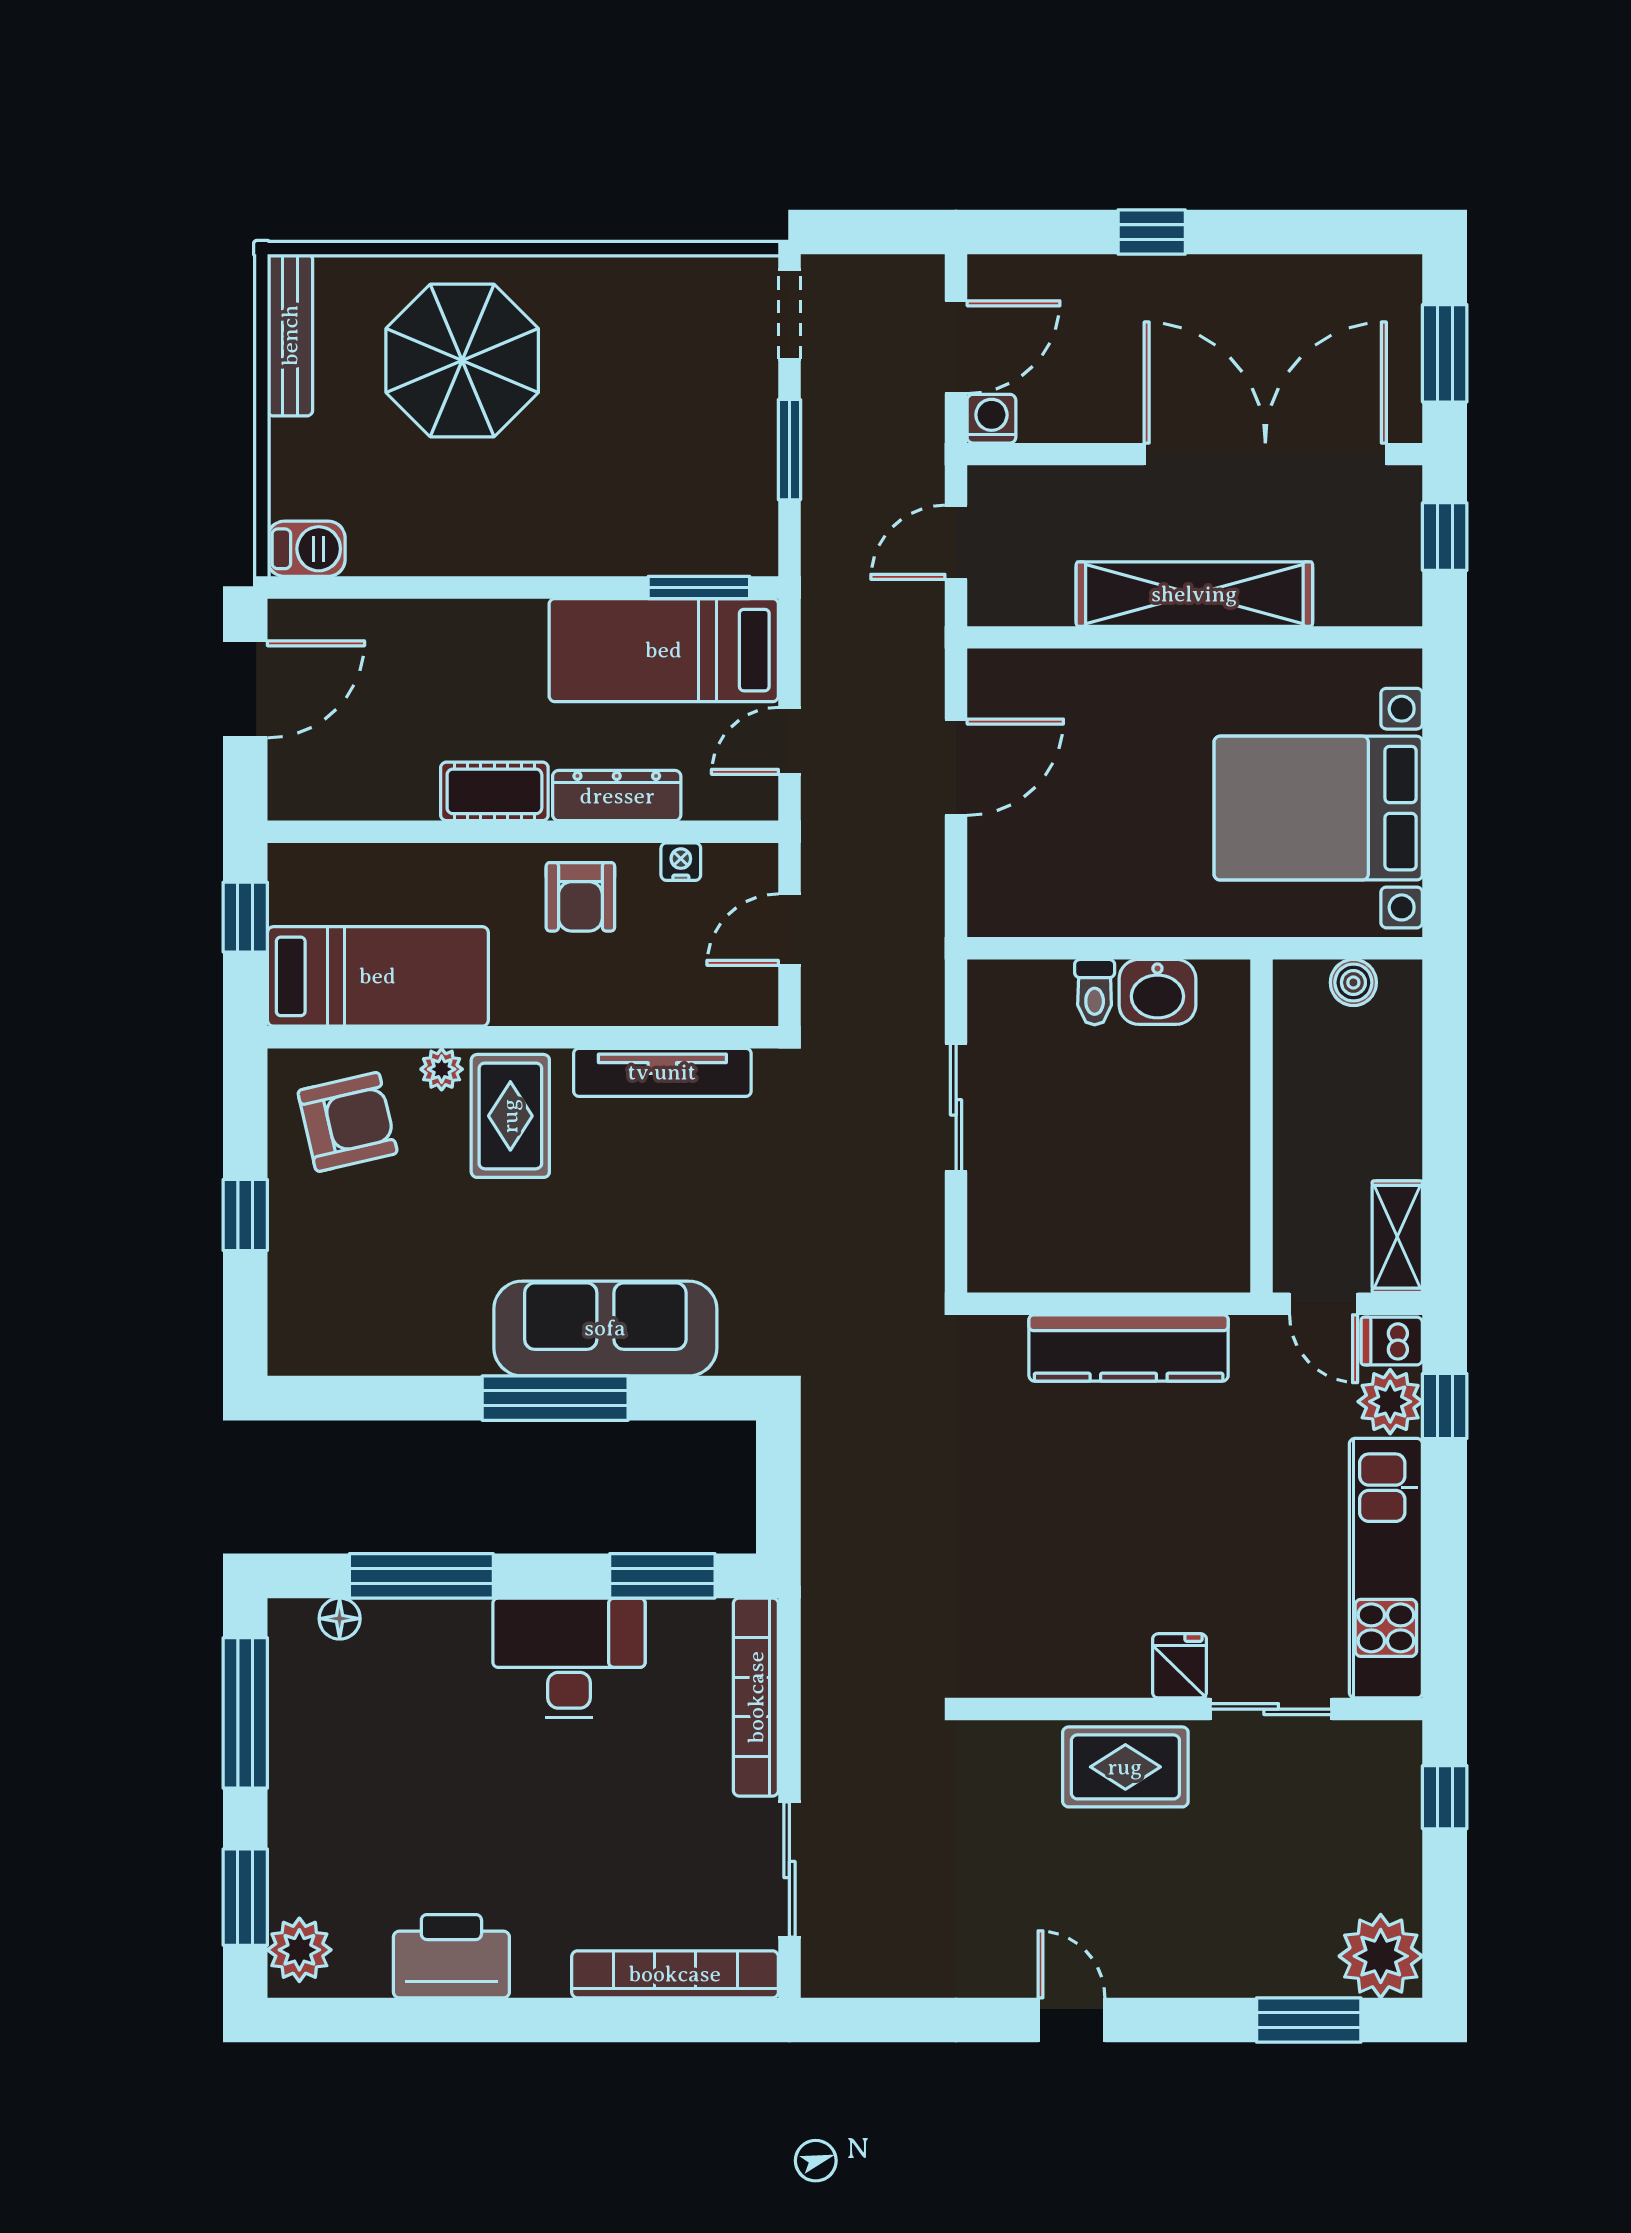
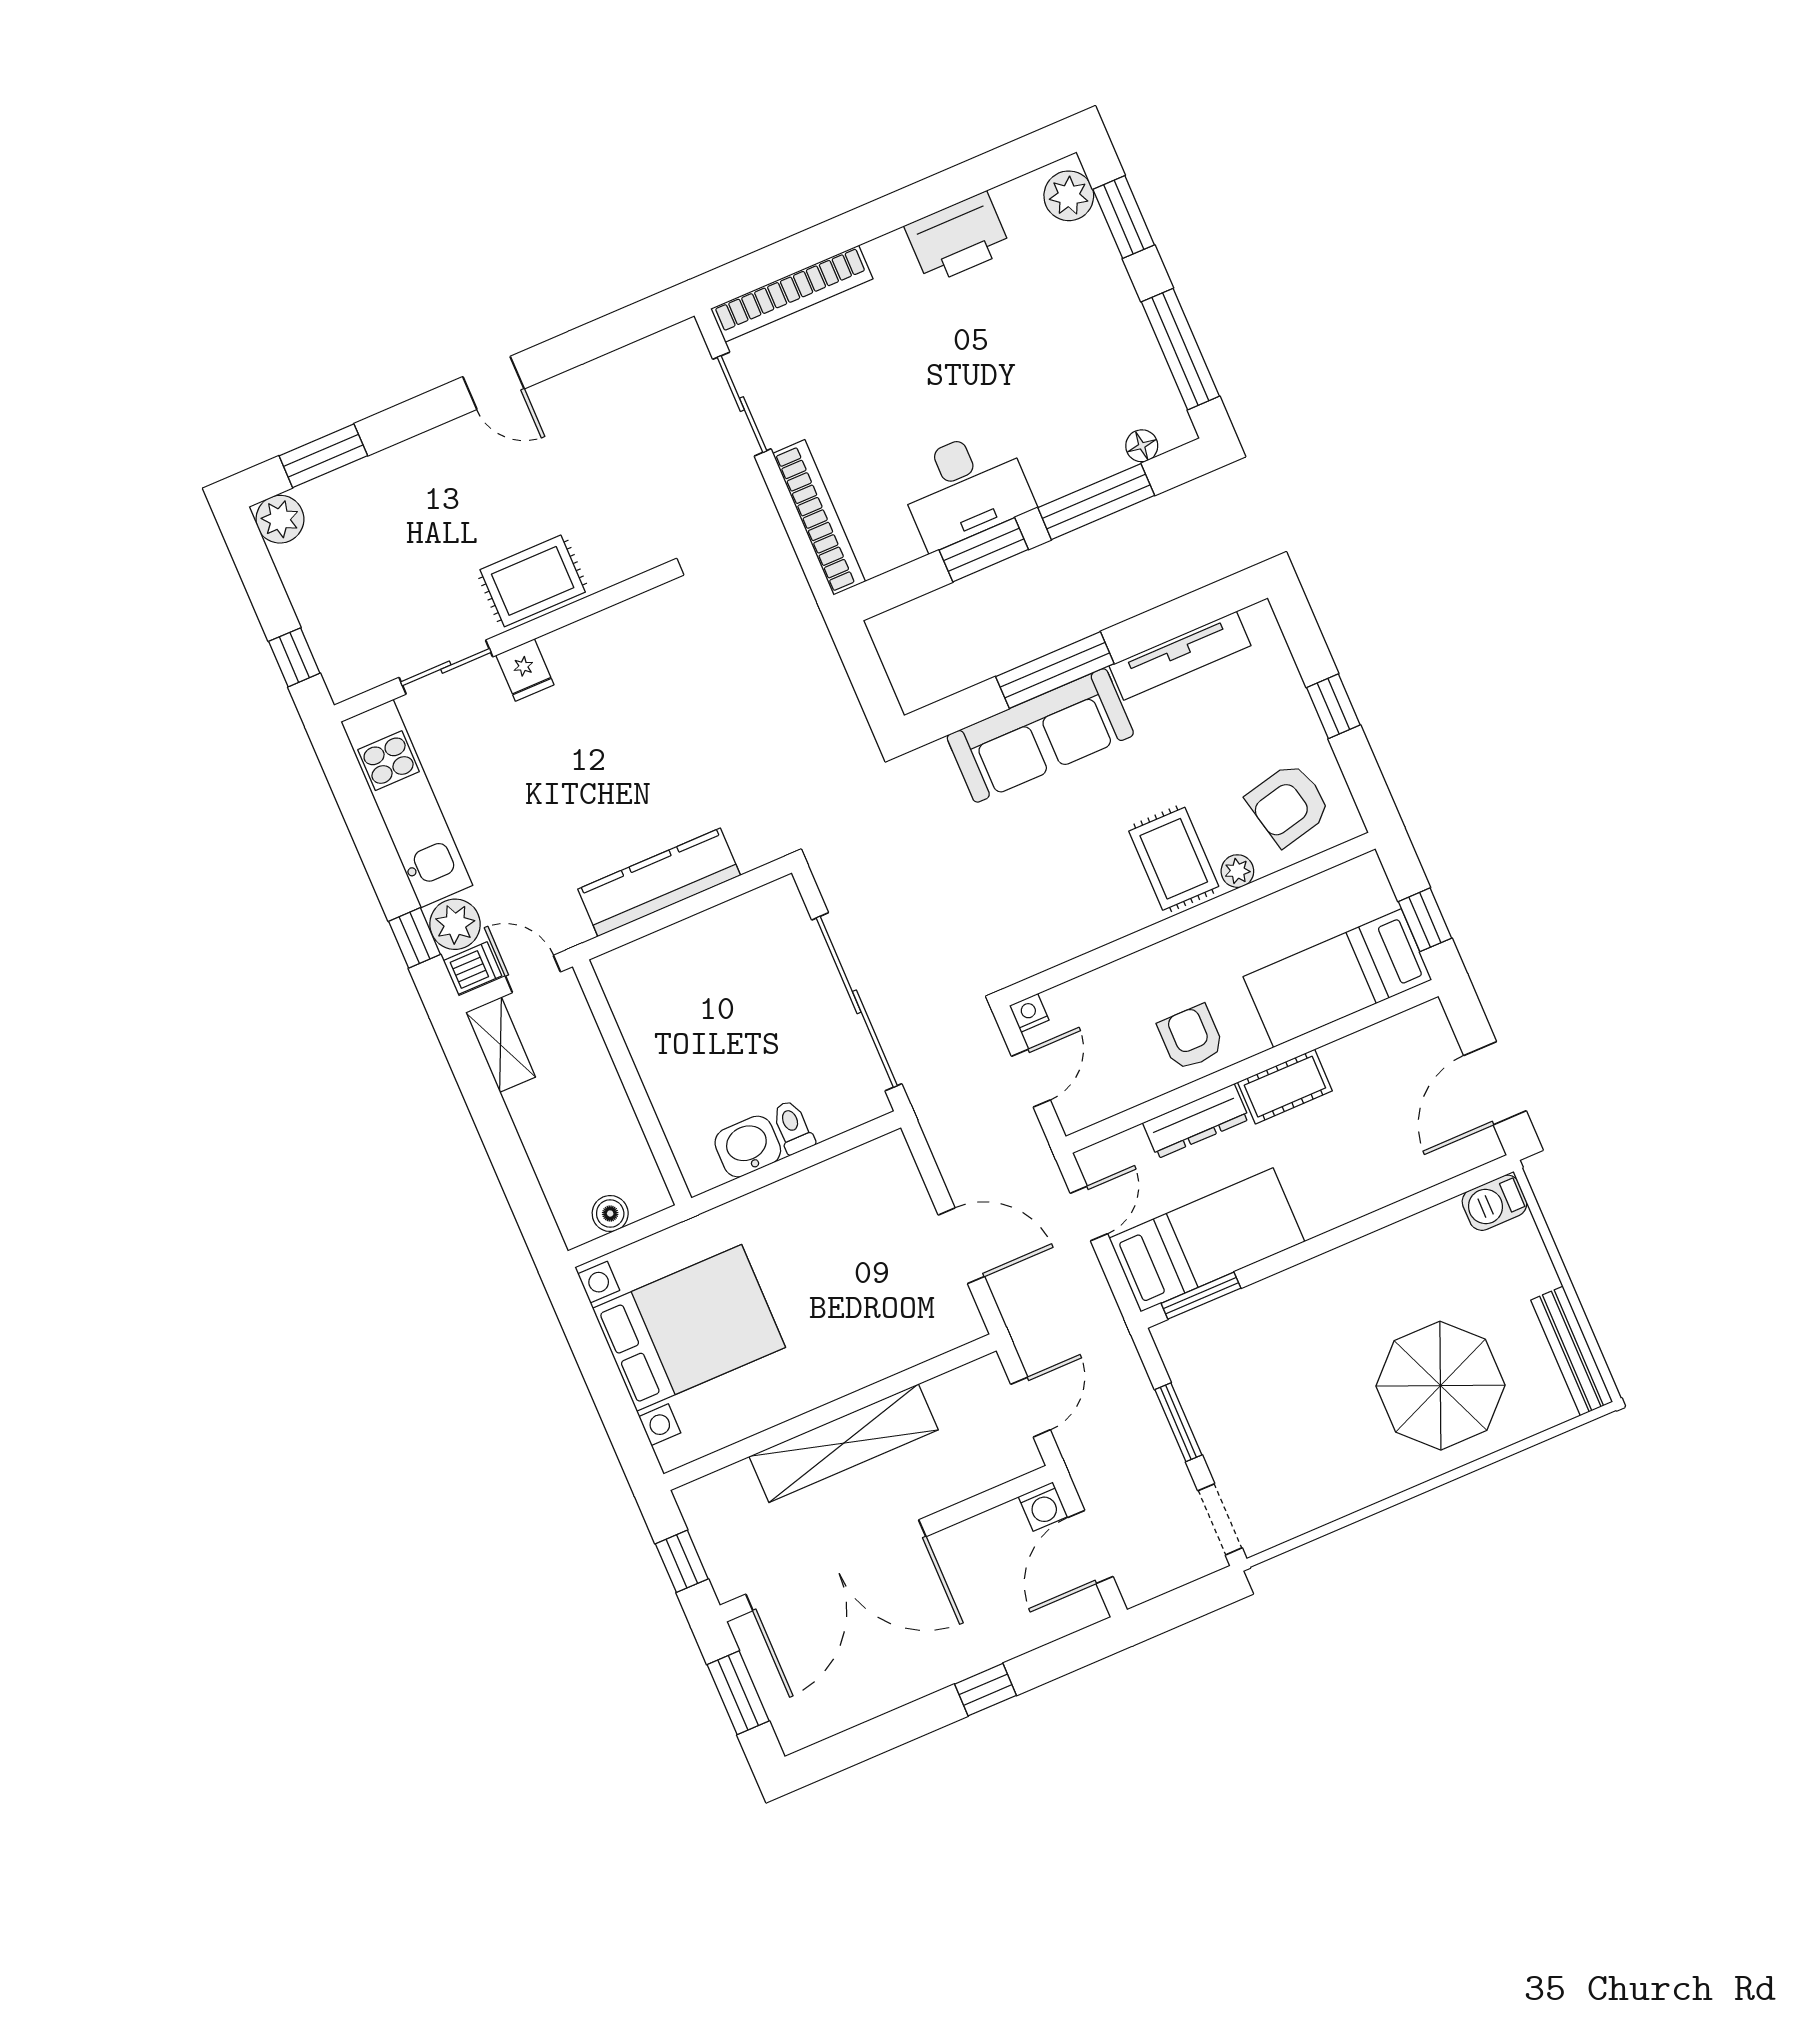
door: (956, 767) -> (961, 1246), swing flipped
nightstand: (681, 862) -> (1029, 1013), moved, turned 180
bed: (378, 976) -> (1337, 978), moved
tv unit: (662, 1072) -> (1180, 656), moved, turned 180
sliding door: (956, 1107) -> (857, 1002), width x1.86
window: (662, 1576) -> (984, 550), moved
plant: (1381, 1956) -> (280, 519), width x0.73, depth x0.73

